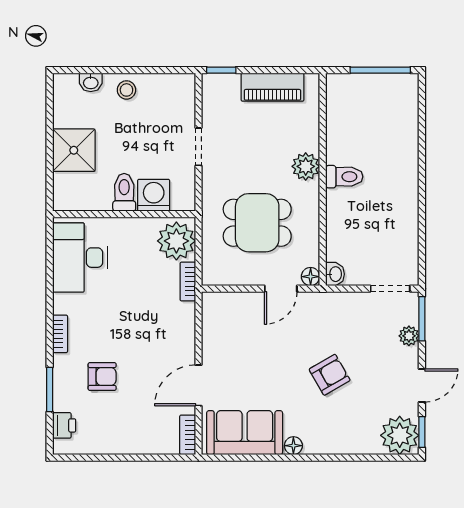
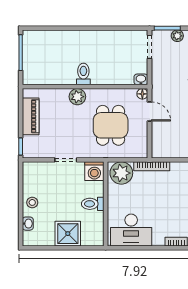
washing machine: (154, 195) -> (94, 171), moved, turned -90
bookcase: (188, 281) -> (152, 166), width x1.56

